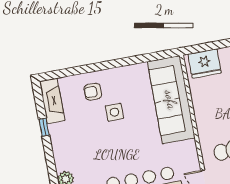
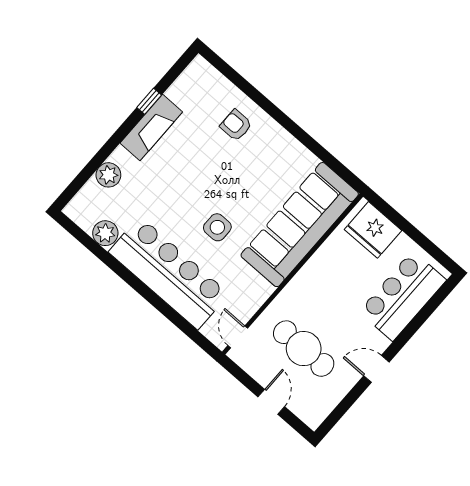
fireplace: (52, 101) -> (151, 128), moved
side table: (114, 112) -> (217, 227), moved

